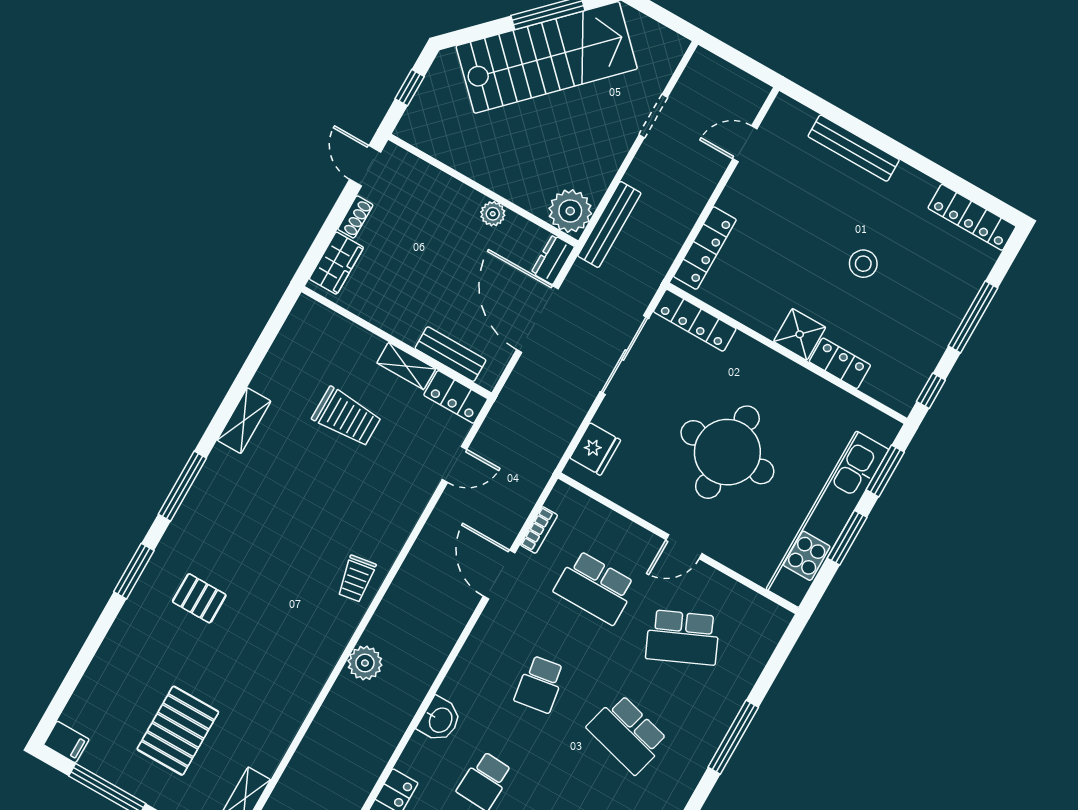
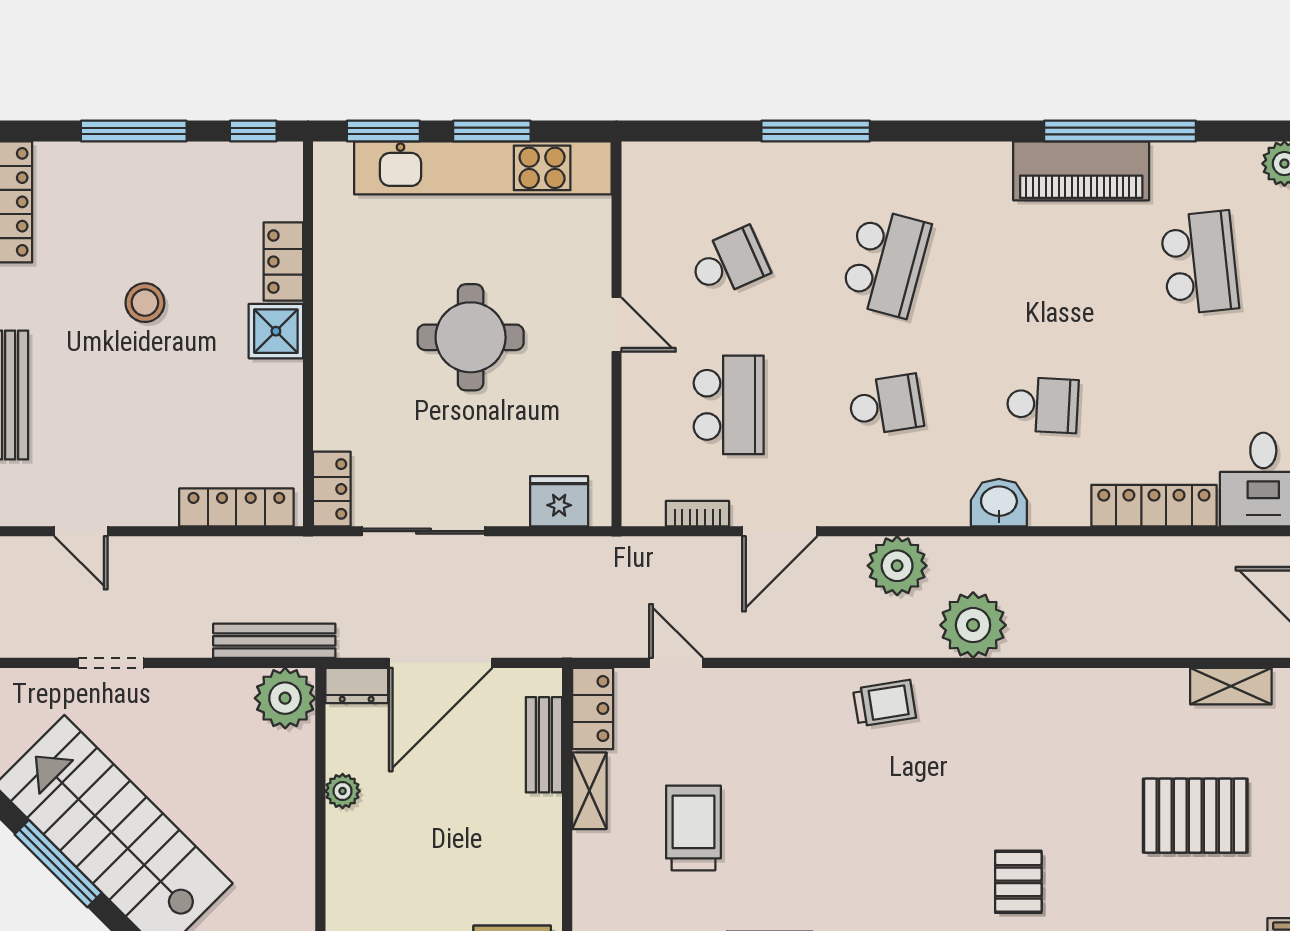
locker: (695, 320) -> (332, 489), width x0.66
round table: (727, 452) -> (471, 337), width x0.73, depth x0.73
plant: (437, 635) -> (897, 566), added
school desk: (683, 637) -> (729, 263), width x0.54
plant: (365, 663) -> (973, 625), width x1.36, depth x1.36

